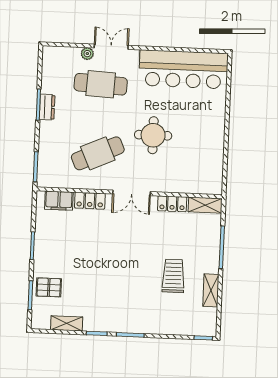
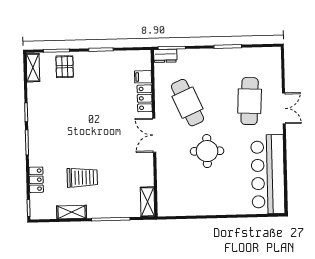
plant: (87, 54) -> (276, 87), removed
dresser: (47, 107) -> (165, 56), moved
filing cabinet: (59, 201) -> (143, 77), width x0.50
locker: (172, 204) -> (36, 180), moved, turned 180
shelving: (67, 323) -> (33, 68), moved

